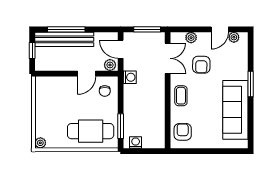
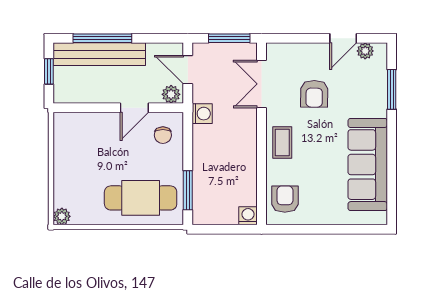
plant: (191, 38) -> (298, 51), removed
double door: (168, 58) -> (261, 84), swing flipped
window: (251, 84) -> (392, 89), moved
washing machine: (136, 142) -> (248, 216), moved

